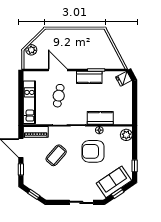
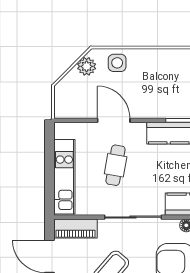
side table: (60, 37) -> (117, 63), added
plant: (31, 50) -> (87, 66), moved

